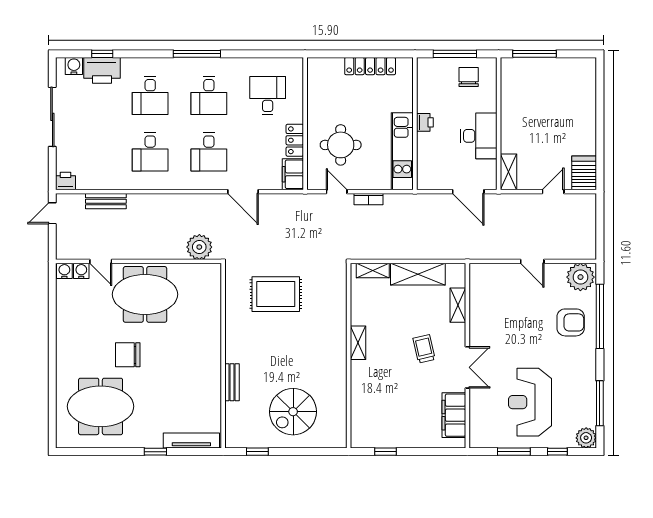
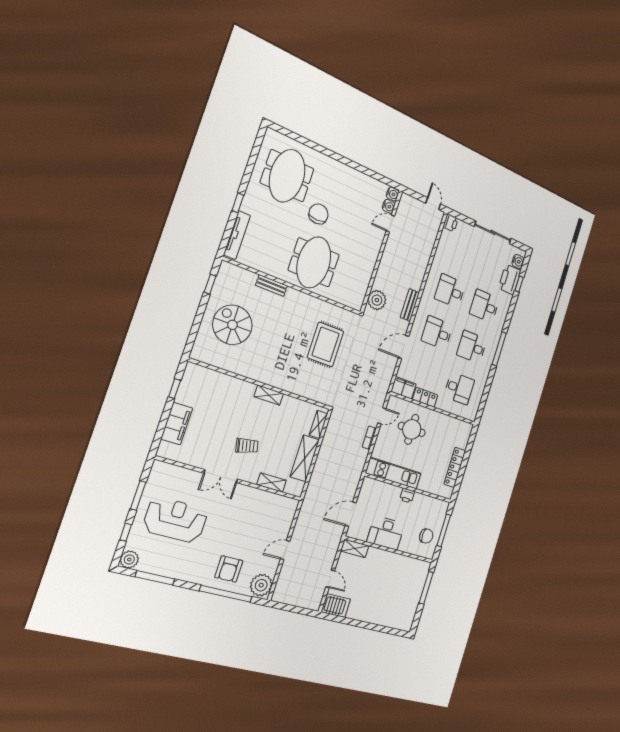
bench: (106, 201) -> (410, 305), moved
meeting table: (145, 294) -> (314, 262), moved
filing cabinet: (454, 415) -> (177, 424), moved, turned 90

